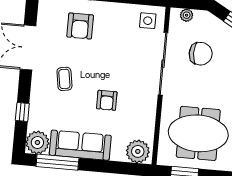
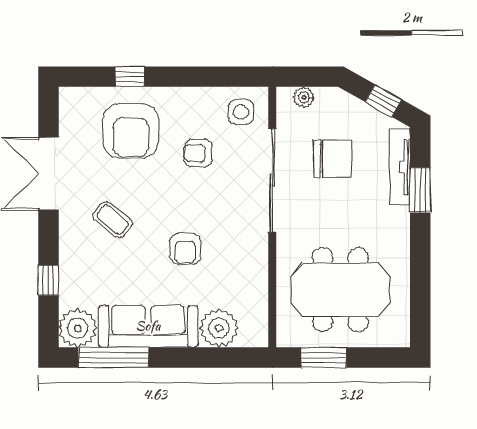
armchair: (80, 26) -> (131, 131), width x1.36, depth x1.36
armchair: (120, 43) -> (198, 153), added
coffee table: (64, 79) -> (113, 220), turned -42
plant: (138, 151) -> (219, 328), moved

